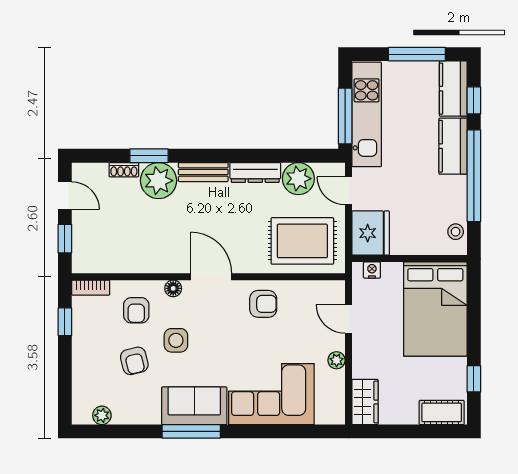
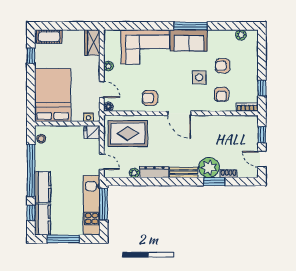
plant: (298, 179) -> (134, 173), width x0.53, depth x0.53
fridge: (371, 233) -> (92, 132), width x0.53, depth x0.75
floor lamp: (173, 288) -> (108, 107), moved
armchair: (136, 310) -> (222, 94), turned 180
armchair: (134, 361) -> (223, 66), turned -76

